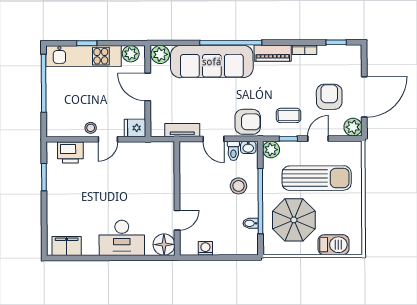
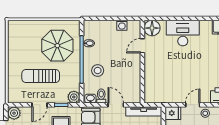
tv unit: (182, 130) -> (144, 111), width x1.41
sun lounger: (317, 178) -> (41, 76), width x0.73, depth x0.75
barbecue: (333, 245) -> (29, 27), removed

